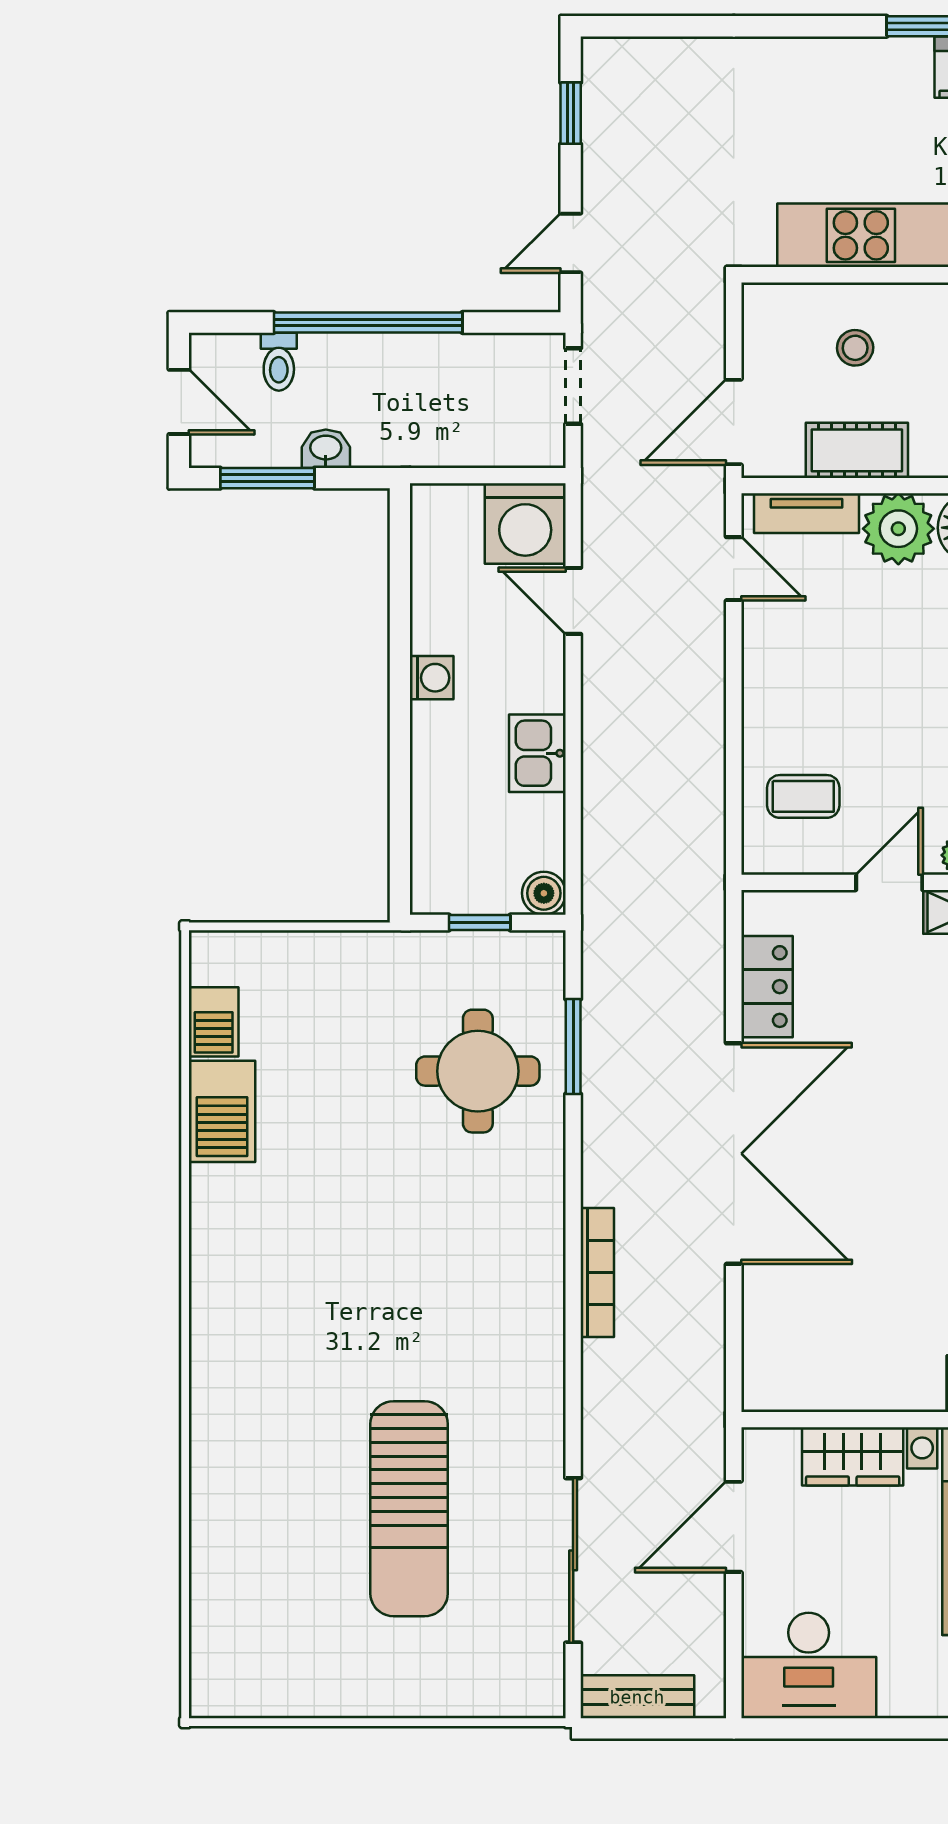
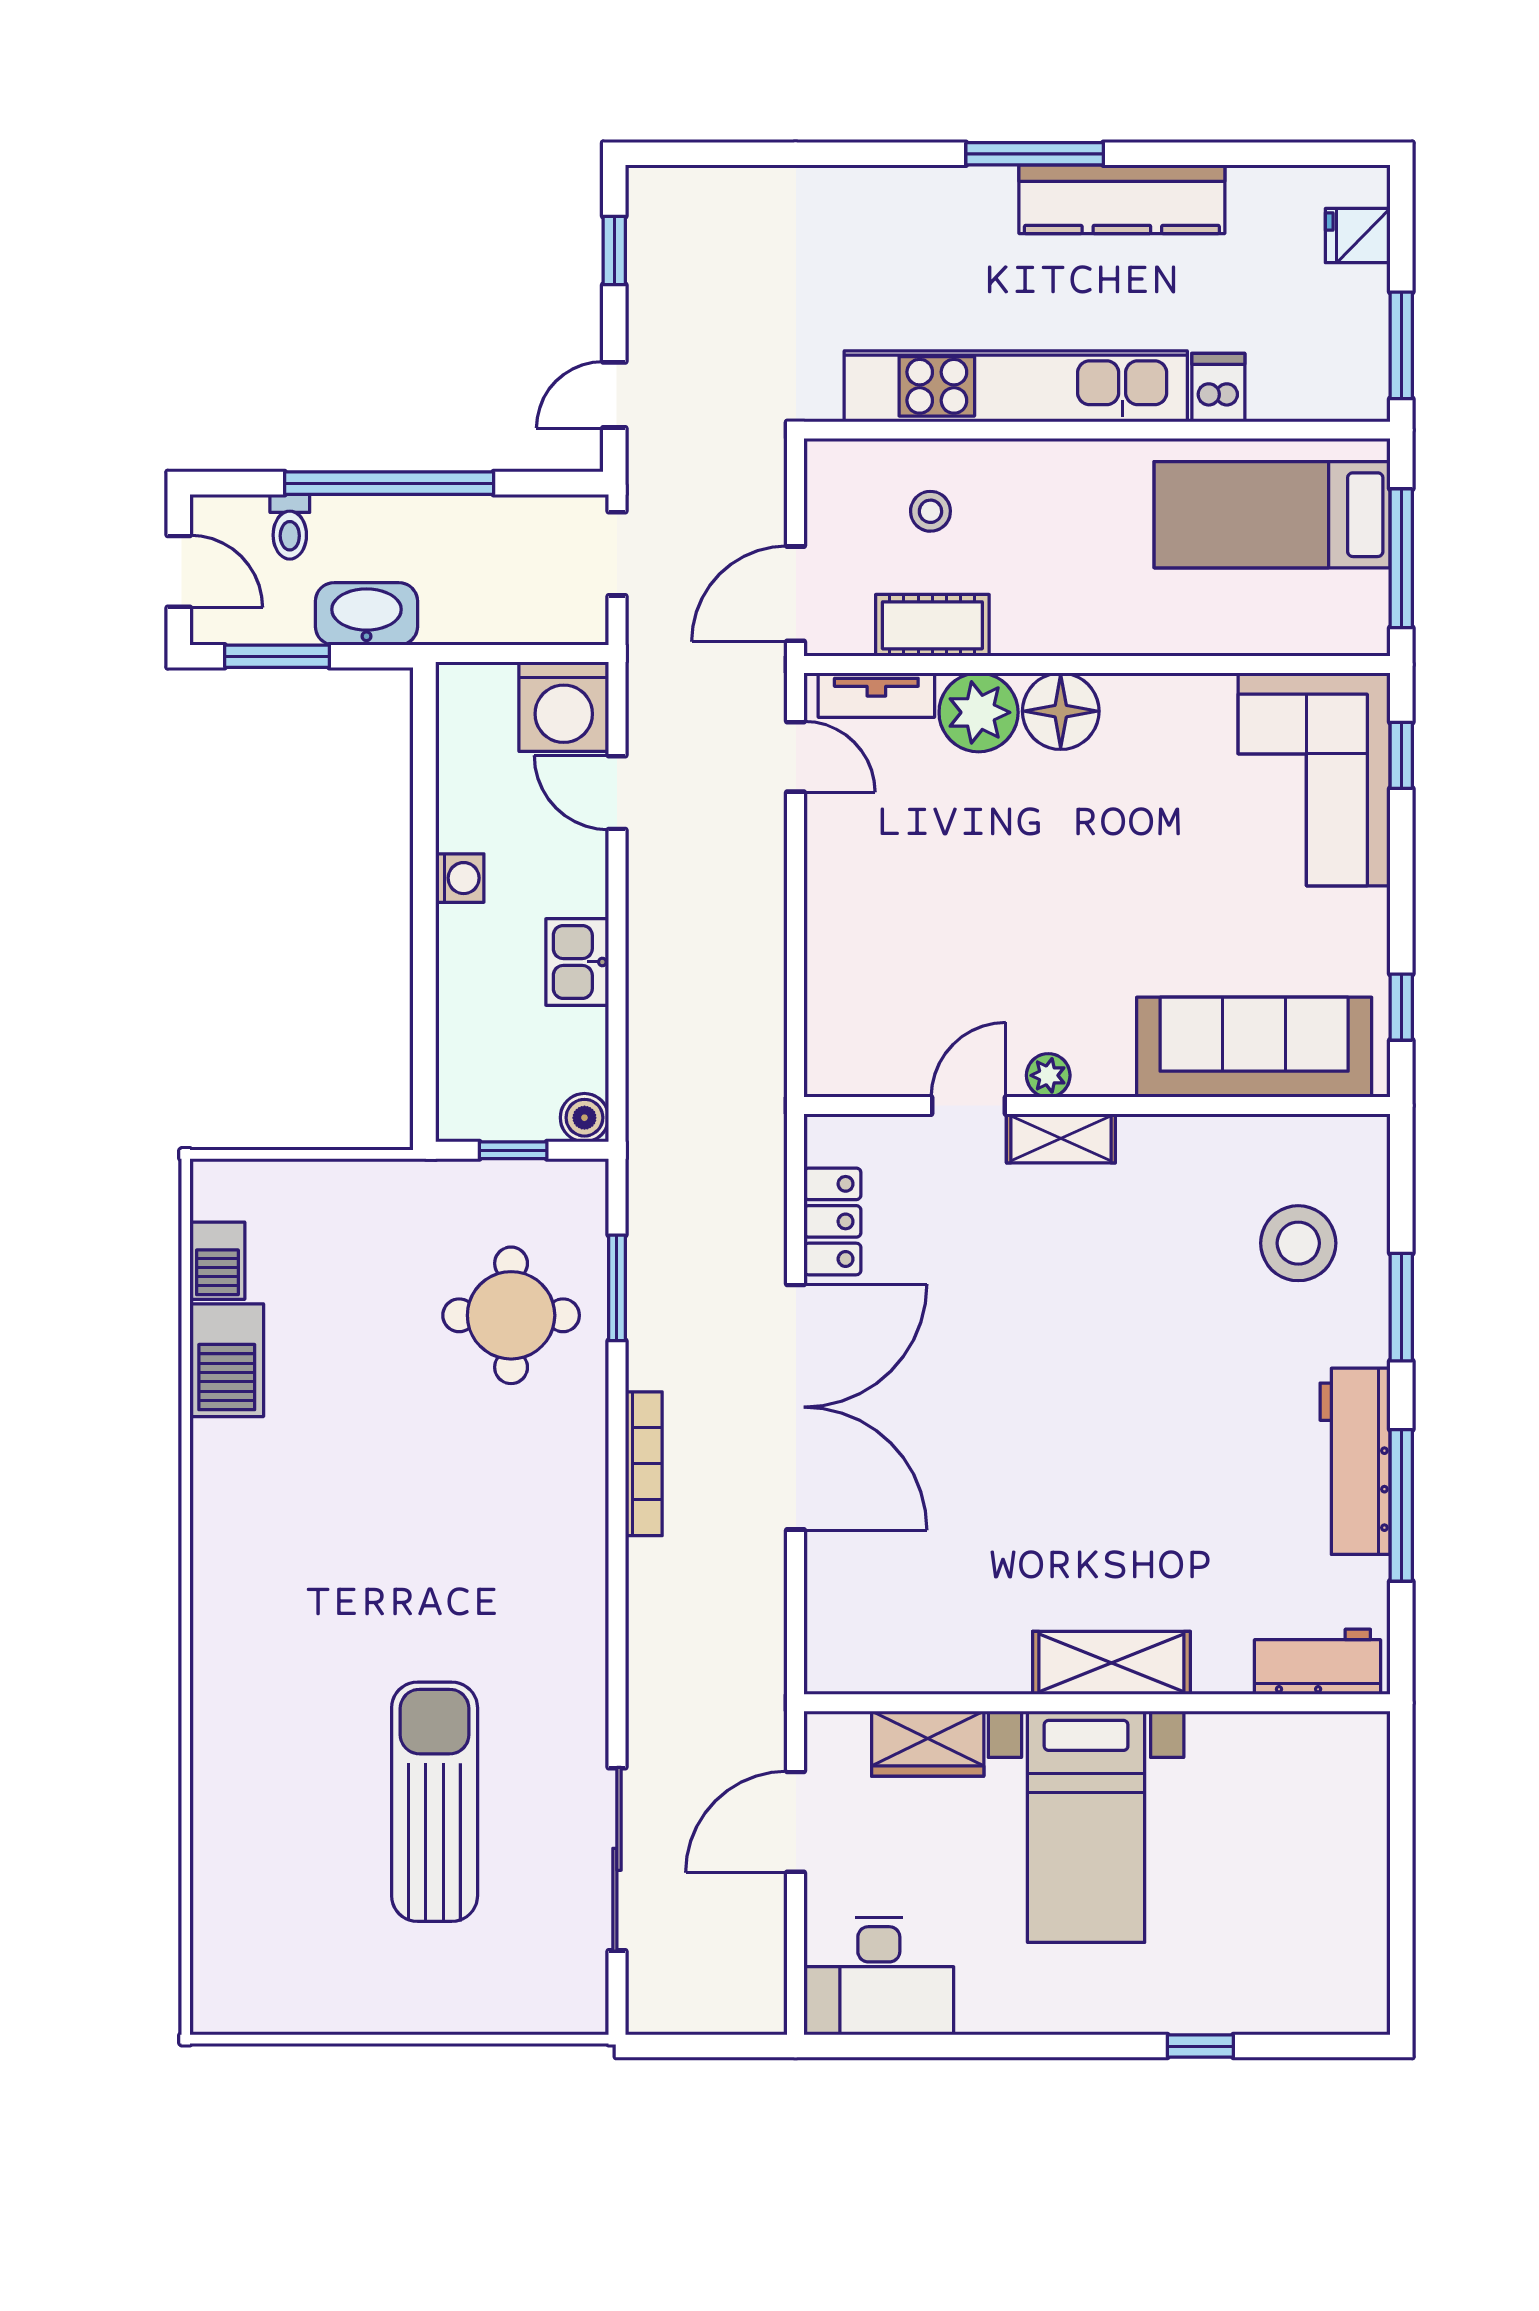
washbasin: (326, 449) -> (366, 614), width x1.91, depth x1.45
coffee table: (803, 796) -> (873, 1010), removed
bookcase: (597, 1272) -> (644, 1464), moved
sun lounger: (409, 1509) -> (435, 1802), turned 180
bench: (637, 1697) -> (688, 2011), removed

